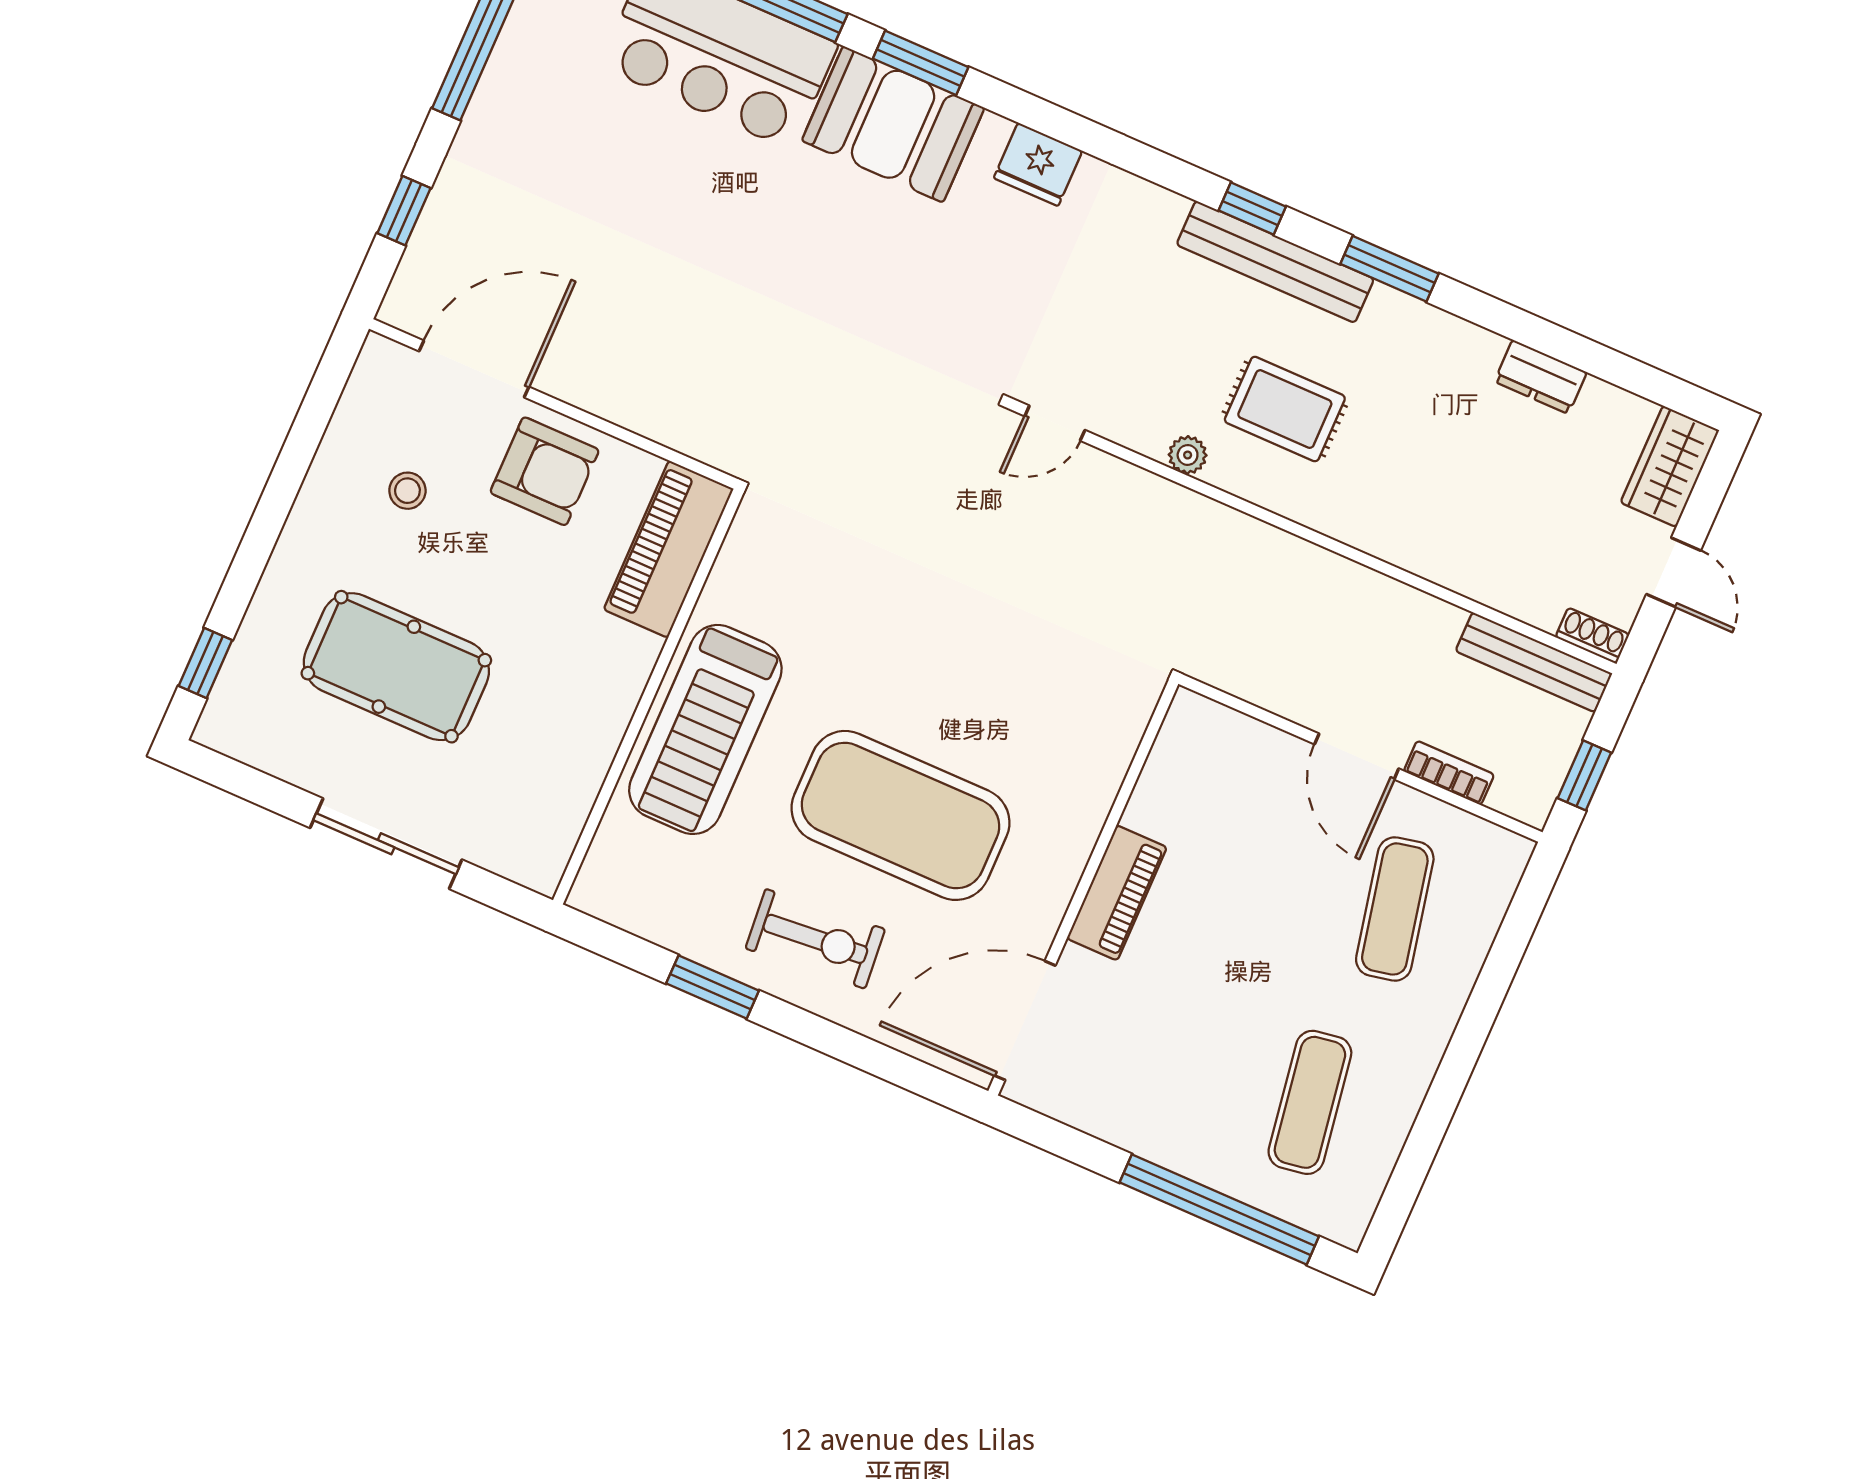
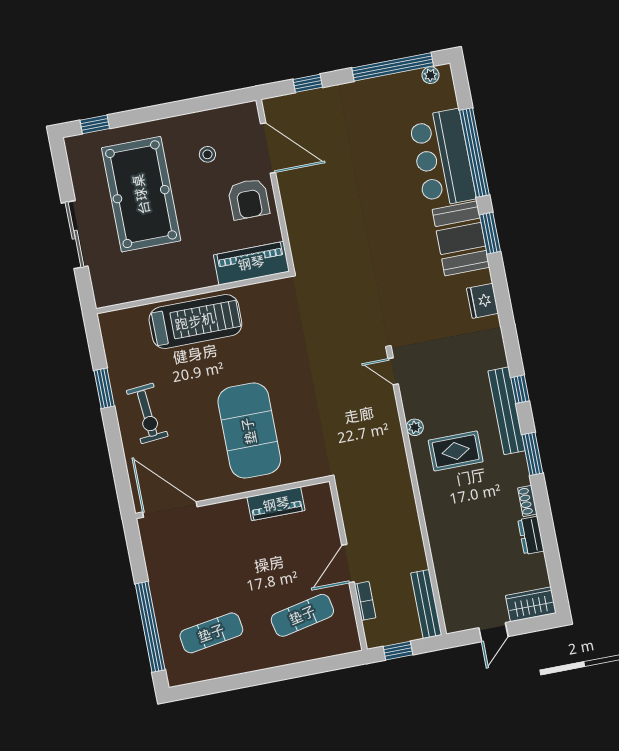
rug: (1285, 409) -> (456, 451), turned 90
shoe rack: (1592, 636) -> (527, 501), moved, turned 180
pool table: (396, 667) -> (141, 194), width x1.36, depth x1.32
treadmill: (705, 729) -> (195, 321), turned 180
exercise mat: (900, 815) -> (249, 431), moved
piano: (1117, 893) -> (276, 504), moved

